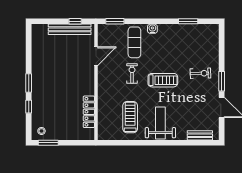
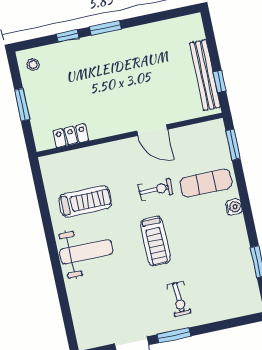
door: (96, 56) -> (152, 130), moved
locker: (89, 112) -> (71, 136), width x0.66
bench: (200, 135) -> (80, 319), removed
window: (48, 143) -> (22, 105), moved

